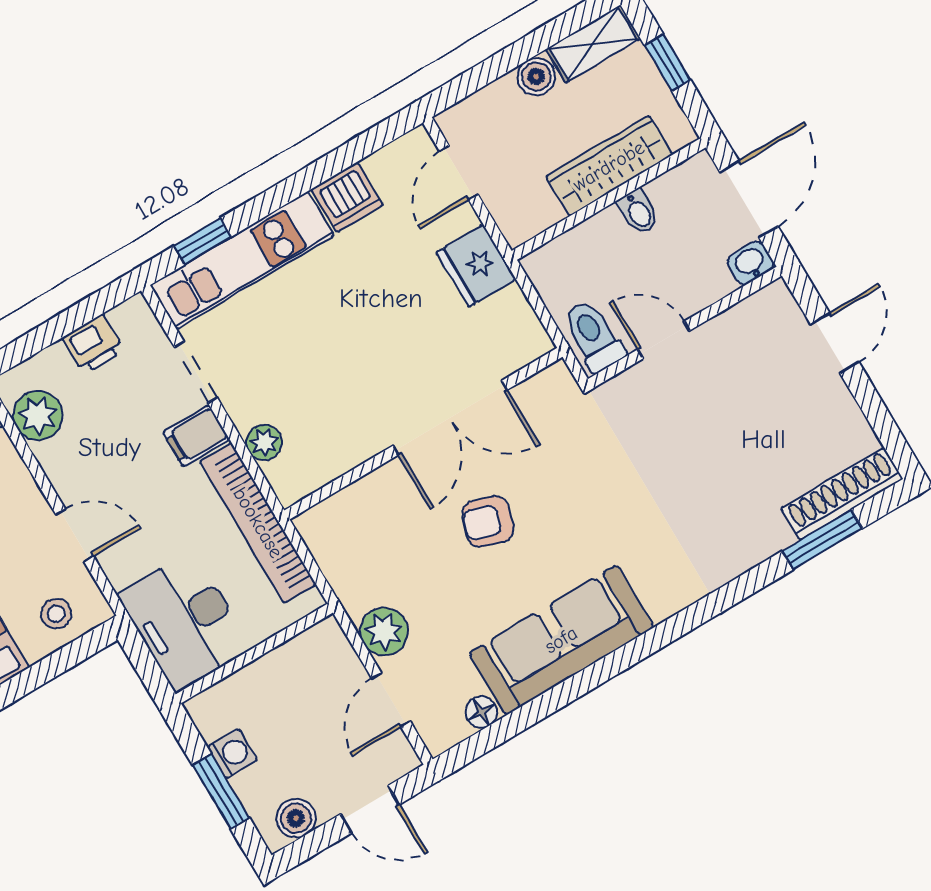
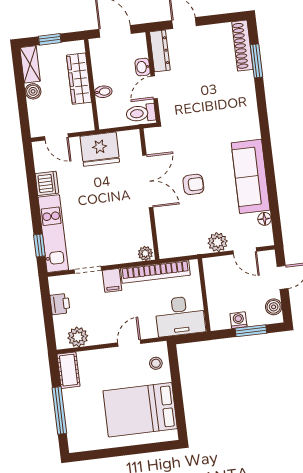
bidet: (638, 212) -> (103, 92), moved
washbasin: (750, 263) -> (143, 67), moved
fridge: (476, 266) -> (100, 149), width x1.36, depth x1.34
dresser: (750, 317) -> (160, 51), added
plant: (264, 442) -> (145, 253), moved
armchair: (488, 522) -> (193, 184), turned -108

